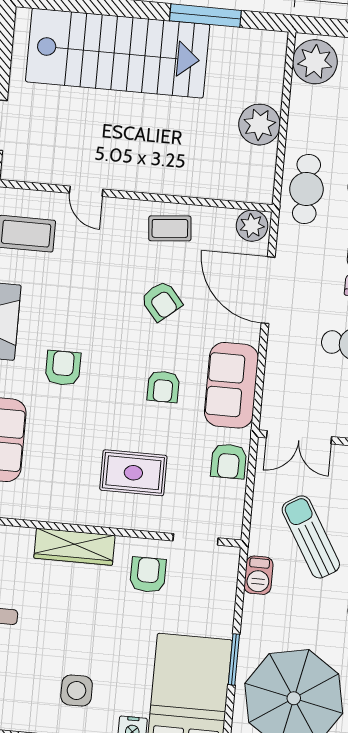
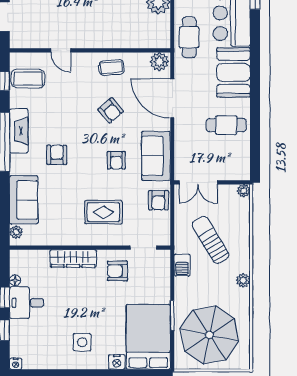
armchair: (148, 575) -> (118, 271), turned -90

